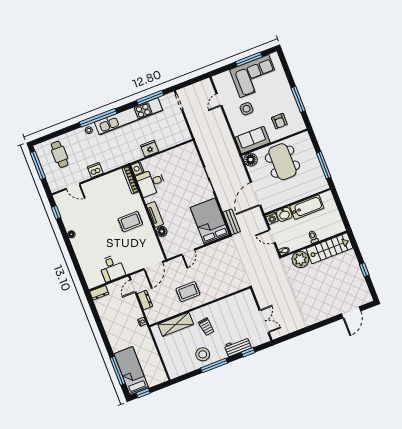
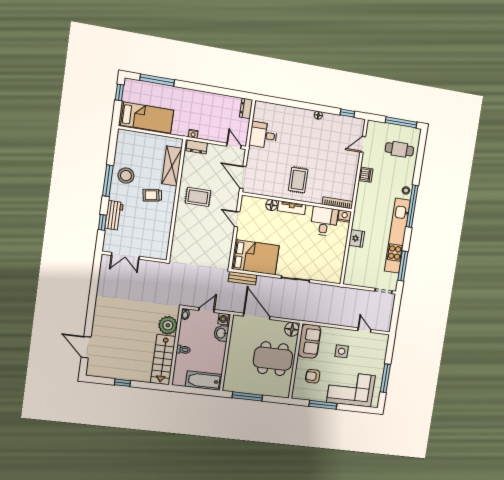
corner sofa: (254, 76) -> (351, 389), moved, turned 90
bathtub: (307, 207) -> (204, 381), moved, turned 90
rug: (188, 292) -> (198, 197), turned 90
dresser: (145, 300) -> (197, 147), moved
bed: (131, 371) -> (146, 117), moved

